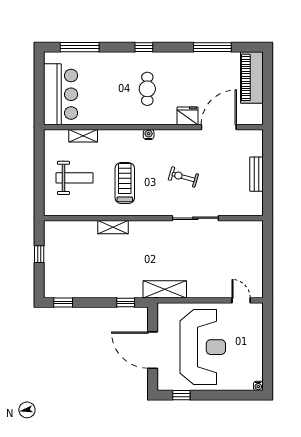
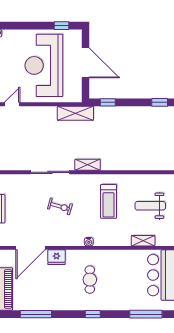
shelving: (113, 227) -> (88, 165), moved
door: (241, 300) -> (12, 104), swing flipped

